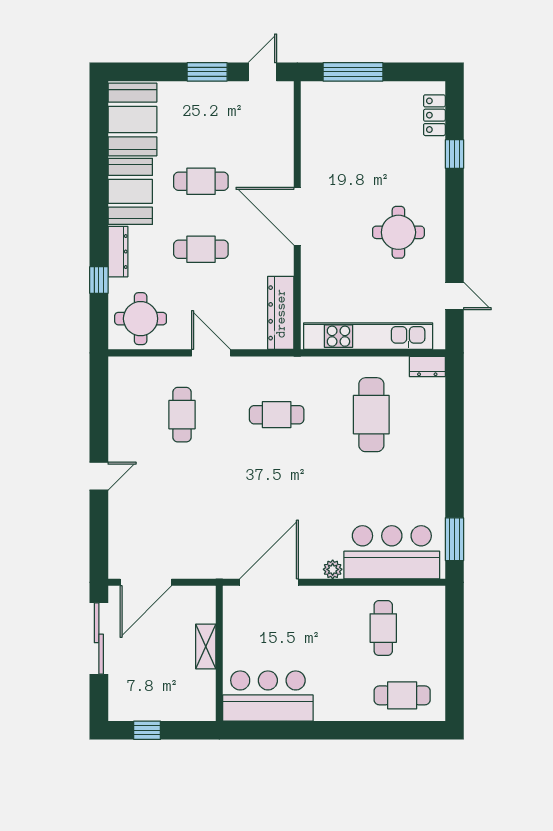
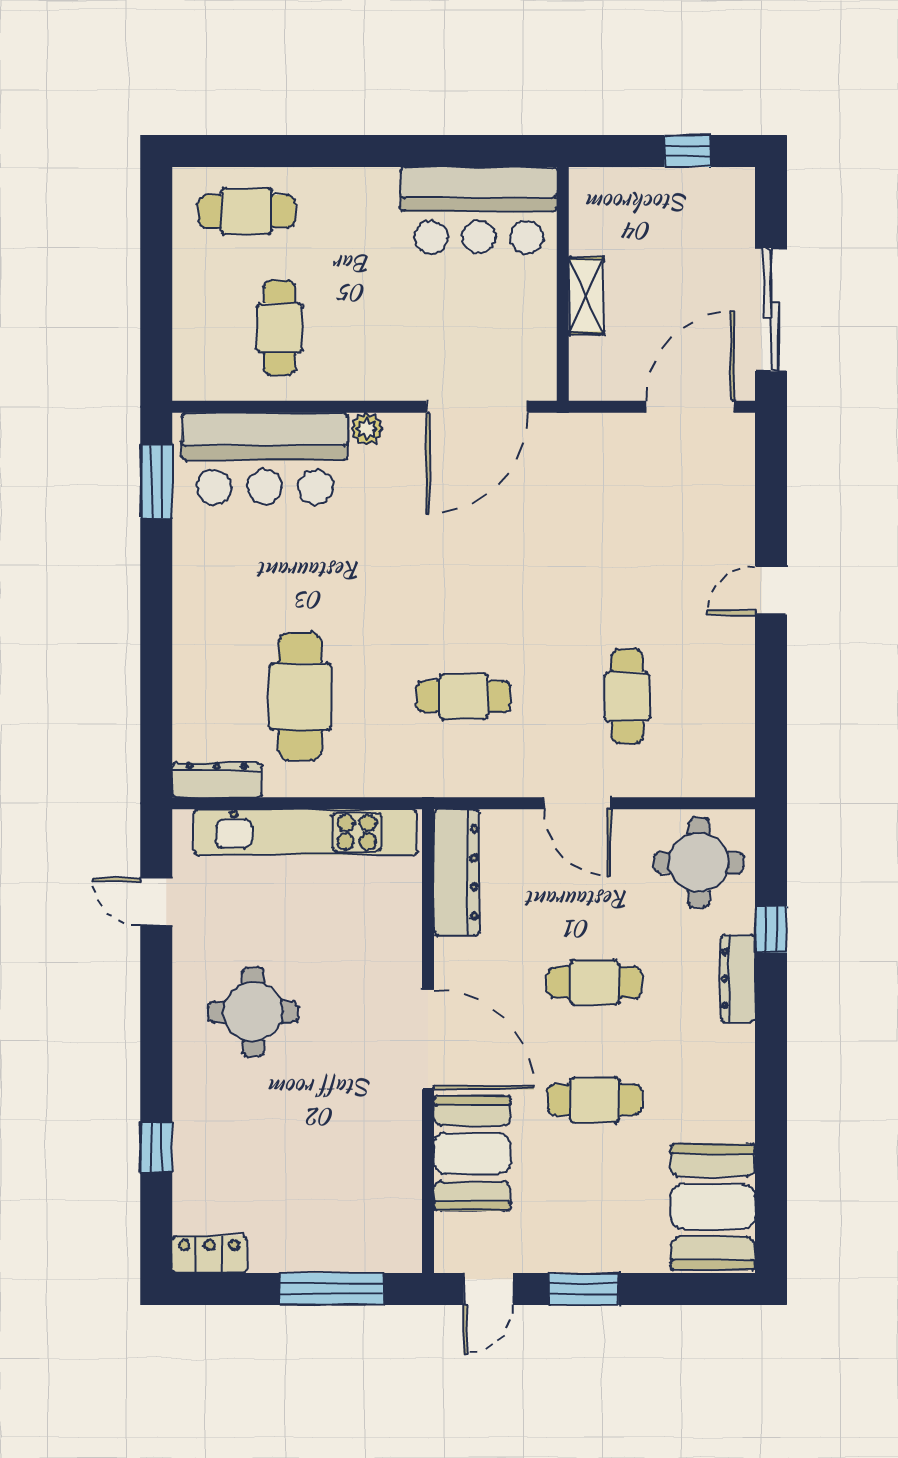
locker: (434, 115) -> (209, 1254), moved, turned -90
booth: (130, 191) -> (472, 1153), moved
dresser: (427, 366) -> (217, 780), width x1.44

